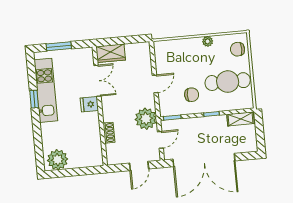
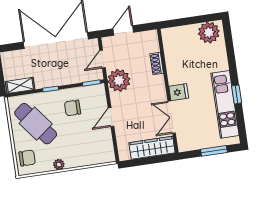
wardrobe: (111, 53) -> (152, 148), width x1.50
cafe table: (228, 82) -> (36, 124), turned 52

